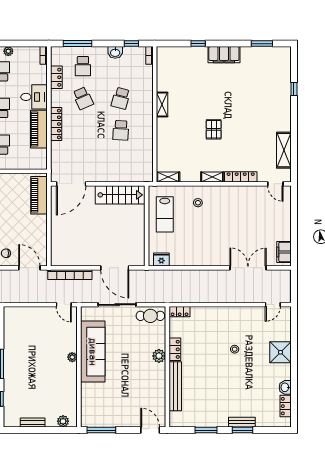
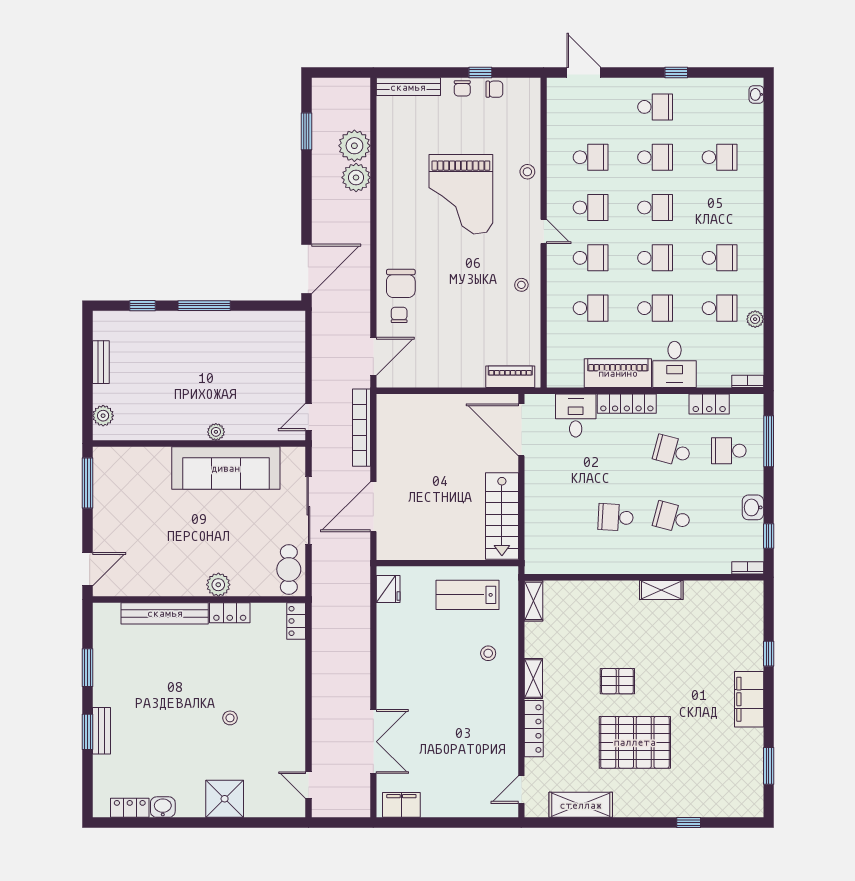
school desk: (83, 98) -> (672, 451), turned 39
pallet: (248, 119) -> (635, 742), added
desk: (63, 153) -> (576, 415), added
piano: (39, 195) -> (510, 377), width x0.73, depth x0.75

